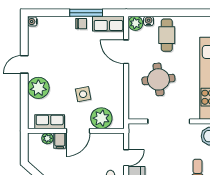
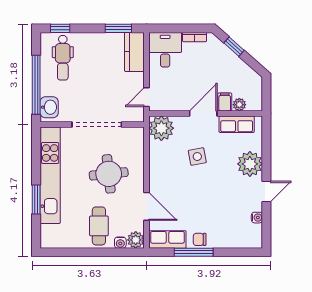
water cooler: (32, 22) -> (257, 218), moved
plant: (101, 118) -> (161, 128), moved
door: (126, 158) -> (147, 97), moved

